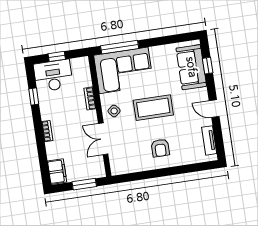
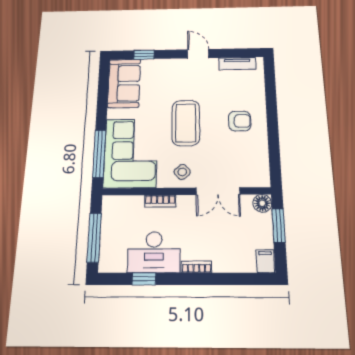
window: (57, 56) -> (94, 238), width x2.17
sofa: (191, 67) -> (124, 83), moved, turned -90
desk: (53, 76) -> (154, 252), moved, turned -90
door: (214, 109) -> (198, 54), swing flipped
floor lamp: (99, 171) -> (262, 203), added
filing cabinet: (57, 172) -> (265, 261), width x0.50

